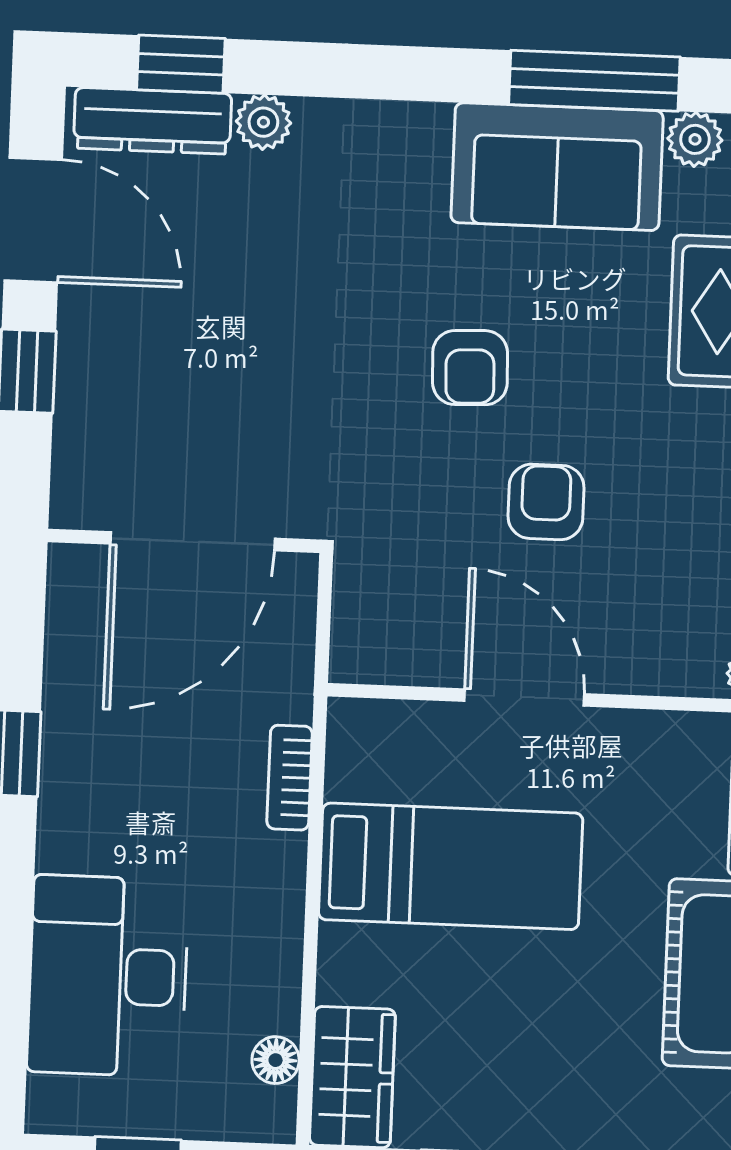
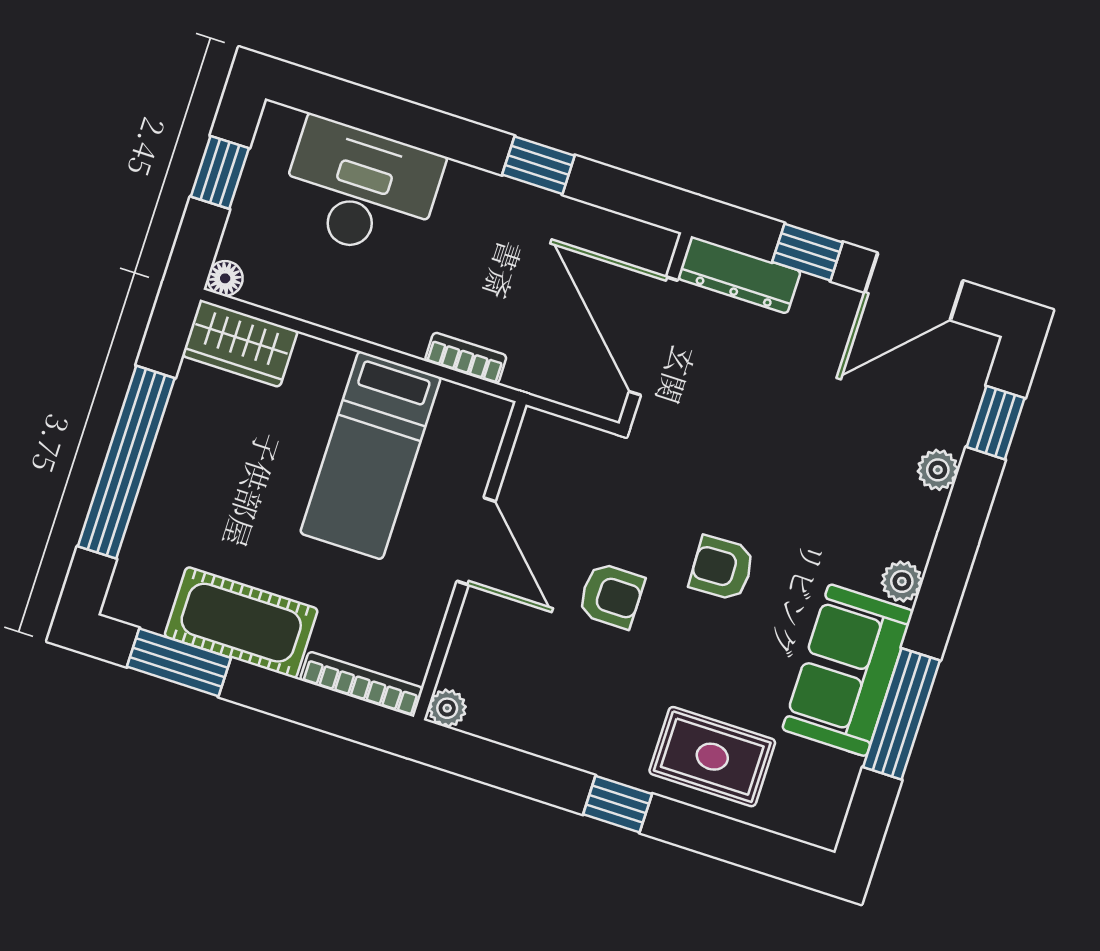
dresser: (153, 121) -> (739, 275), moved, turned -90
plant: (695, 139) -> (902, 581), moved
door: (524, 697) -> (476, 541), hinge flipped
floor lamp: (276, 1060) -> (225, 278), moved

